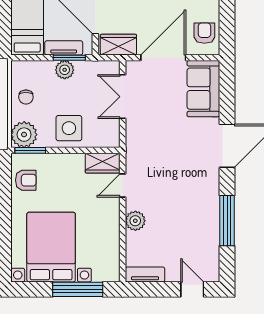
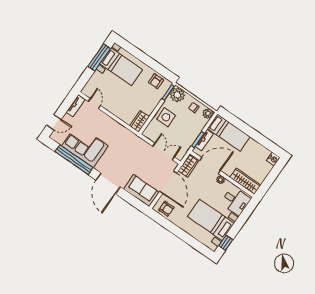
plant: (65, 70) -> (208, 113), moved
door: (123, 186) -> (94, 103), moved
corner sofa: (195, 219) -> (85, 146), added
plant: (135, 221) -> (103, 118), removed
window: (227, 221) -> (74, 160), width x1.46
bed with nightstands: (51, 247) -> (121, 67), width x0.73
window: (78, 289) -> (99, 57), moved

